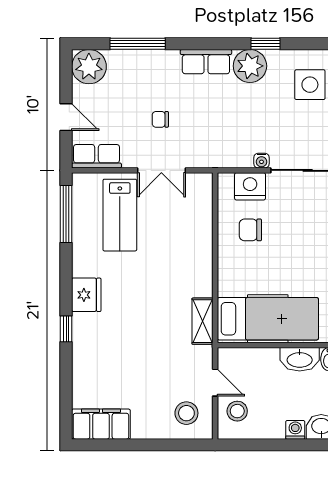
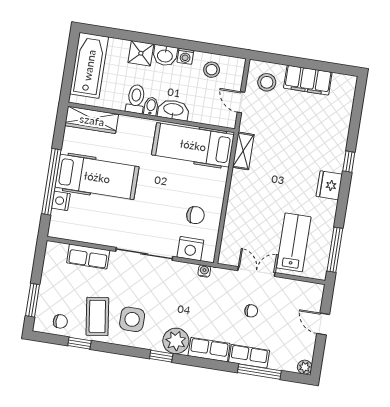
plant: (89, 67) -> (305, 367), width x0.53, depth x0.53
row of seats: (96, 156) -> (249, 356), moved, turned 180
water cooler: (261, 161) -> (204, 271), moved
stool: (237, 411) -> (212, 70), moved
filing cabinet: (101, 424) -> (308, 80), moved

